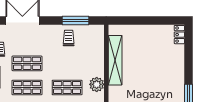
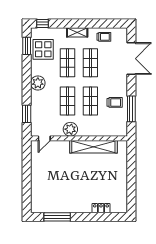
locker: (179, 35) -> (101, 208), moved
shop shelf: (67, 63) -> (90, 101), added

